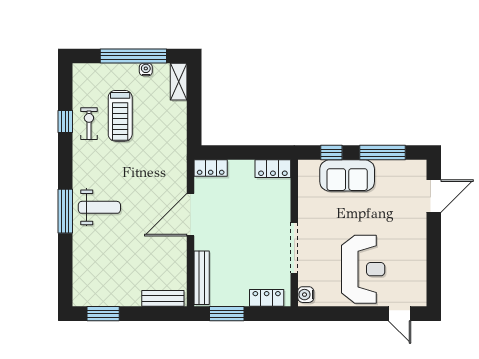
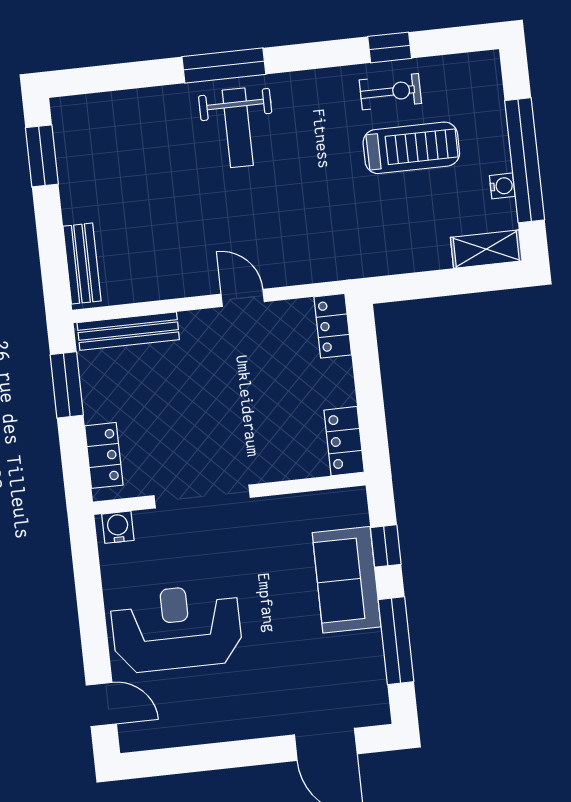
treadmill: (120, 116) -> (411, 148), turned 180
door: (191, 215) -> (243, 298), width x0.53
reception desk: (363, 269) -> (176, 628), turned 180
door: (400, 314) -> (101, 705), swing flipped

